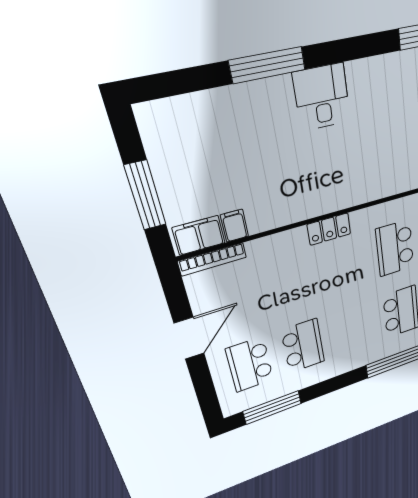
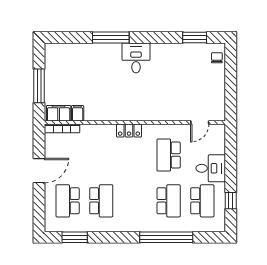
window: (272, 407) -> (75, 237), width x0.69

